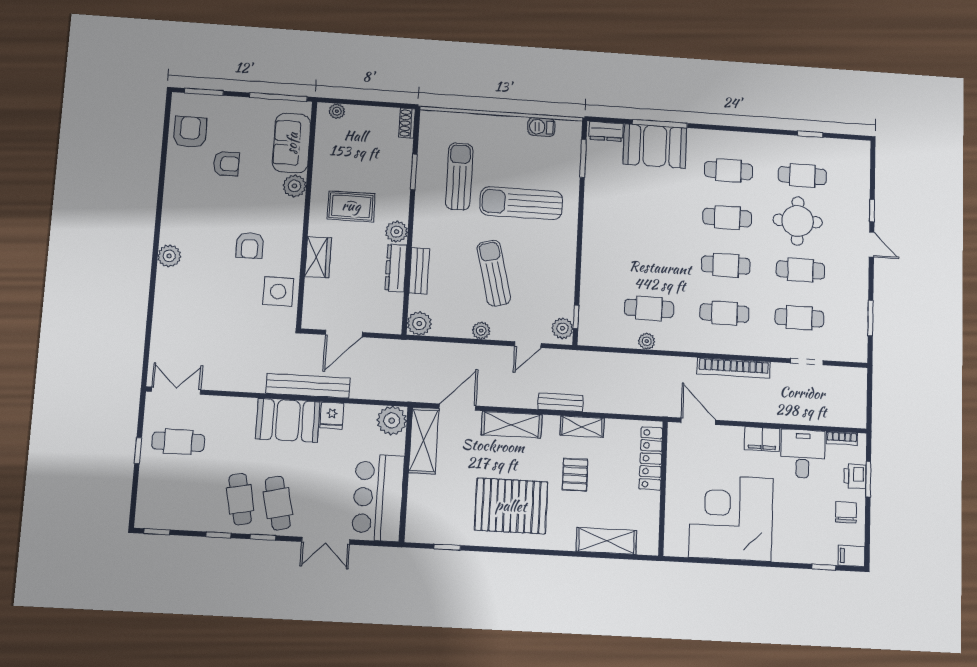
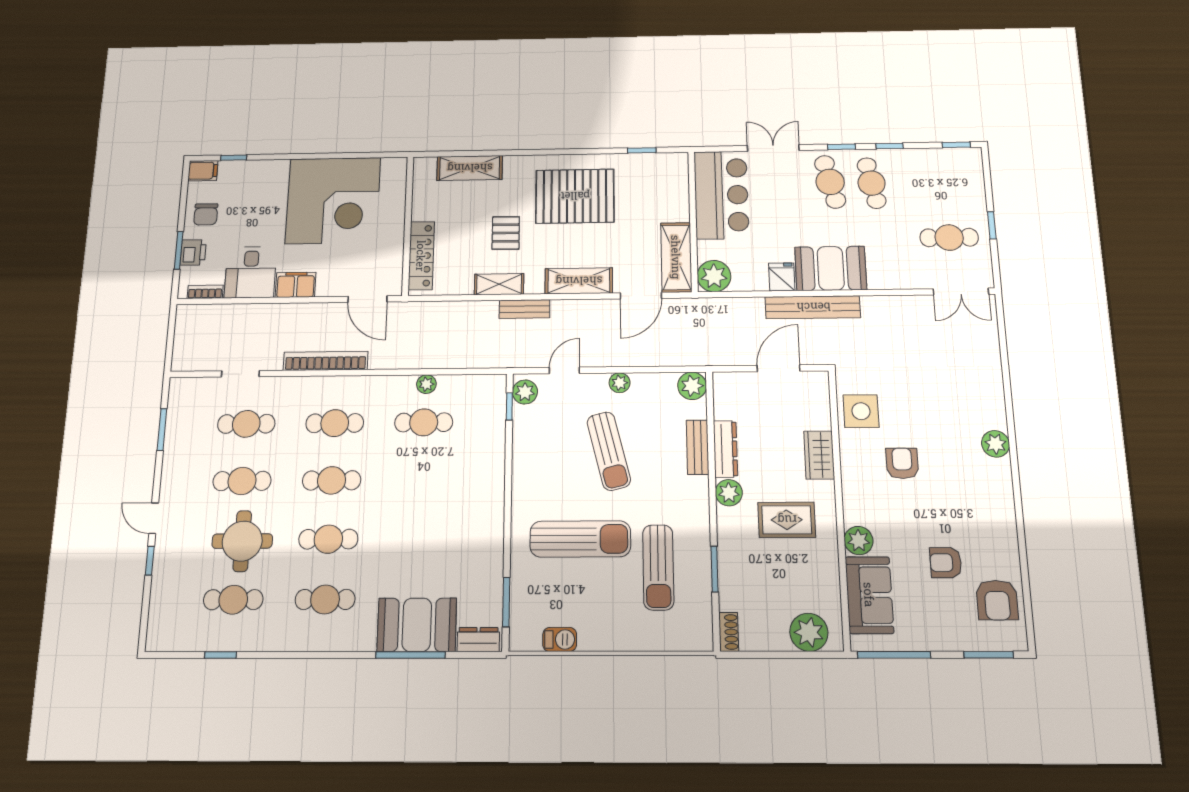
plant: (337, 111) -> (809, 632), width x1.88, depth x1.88

